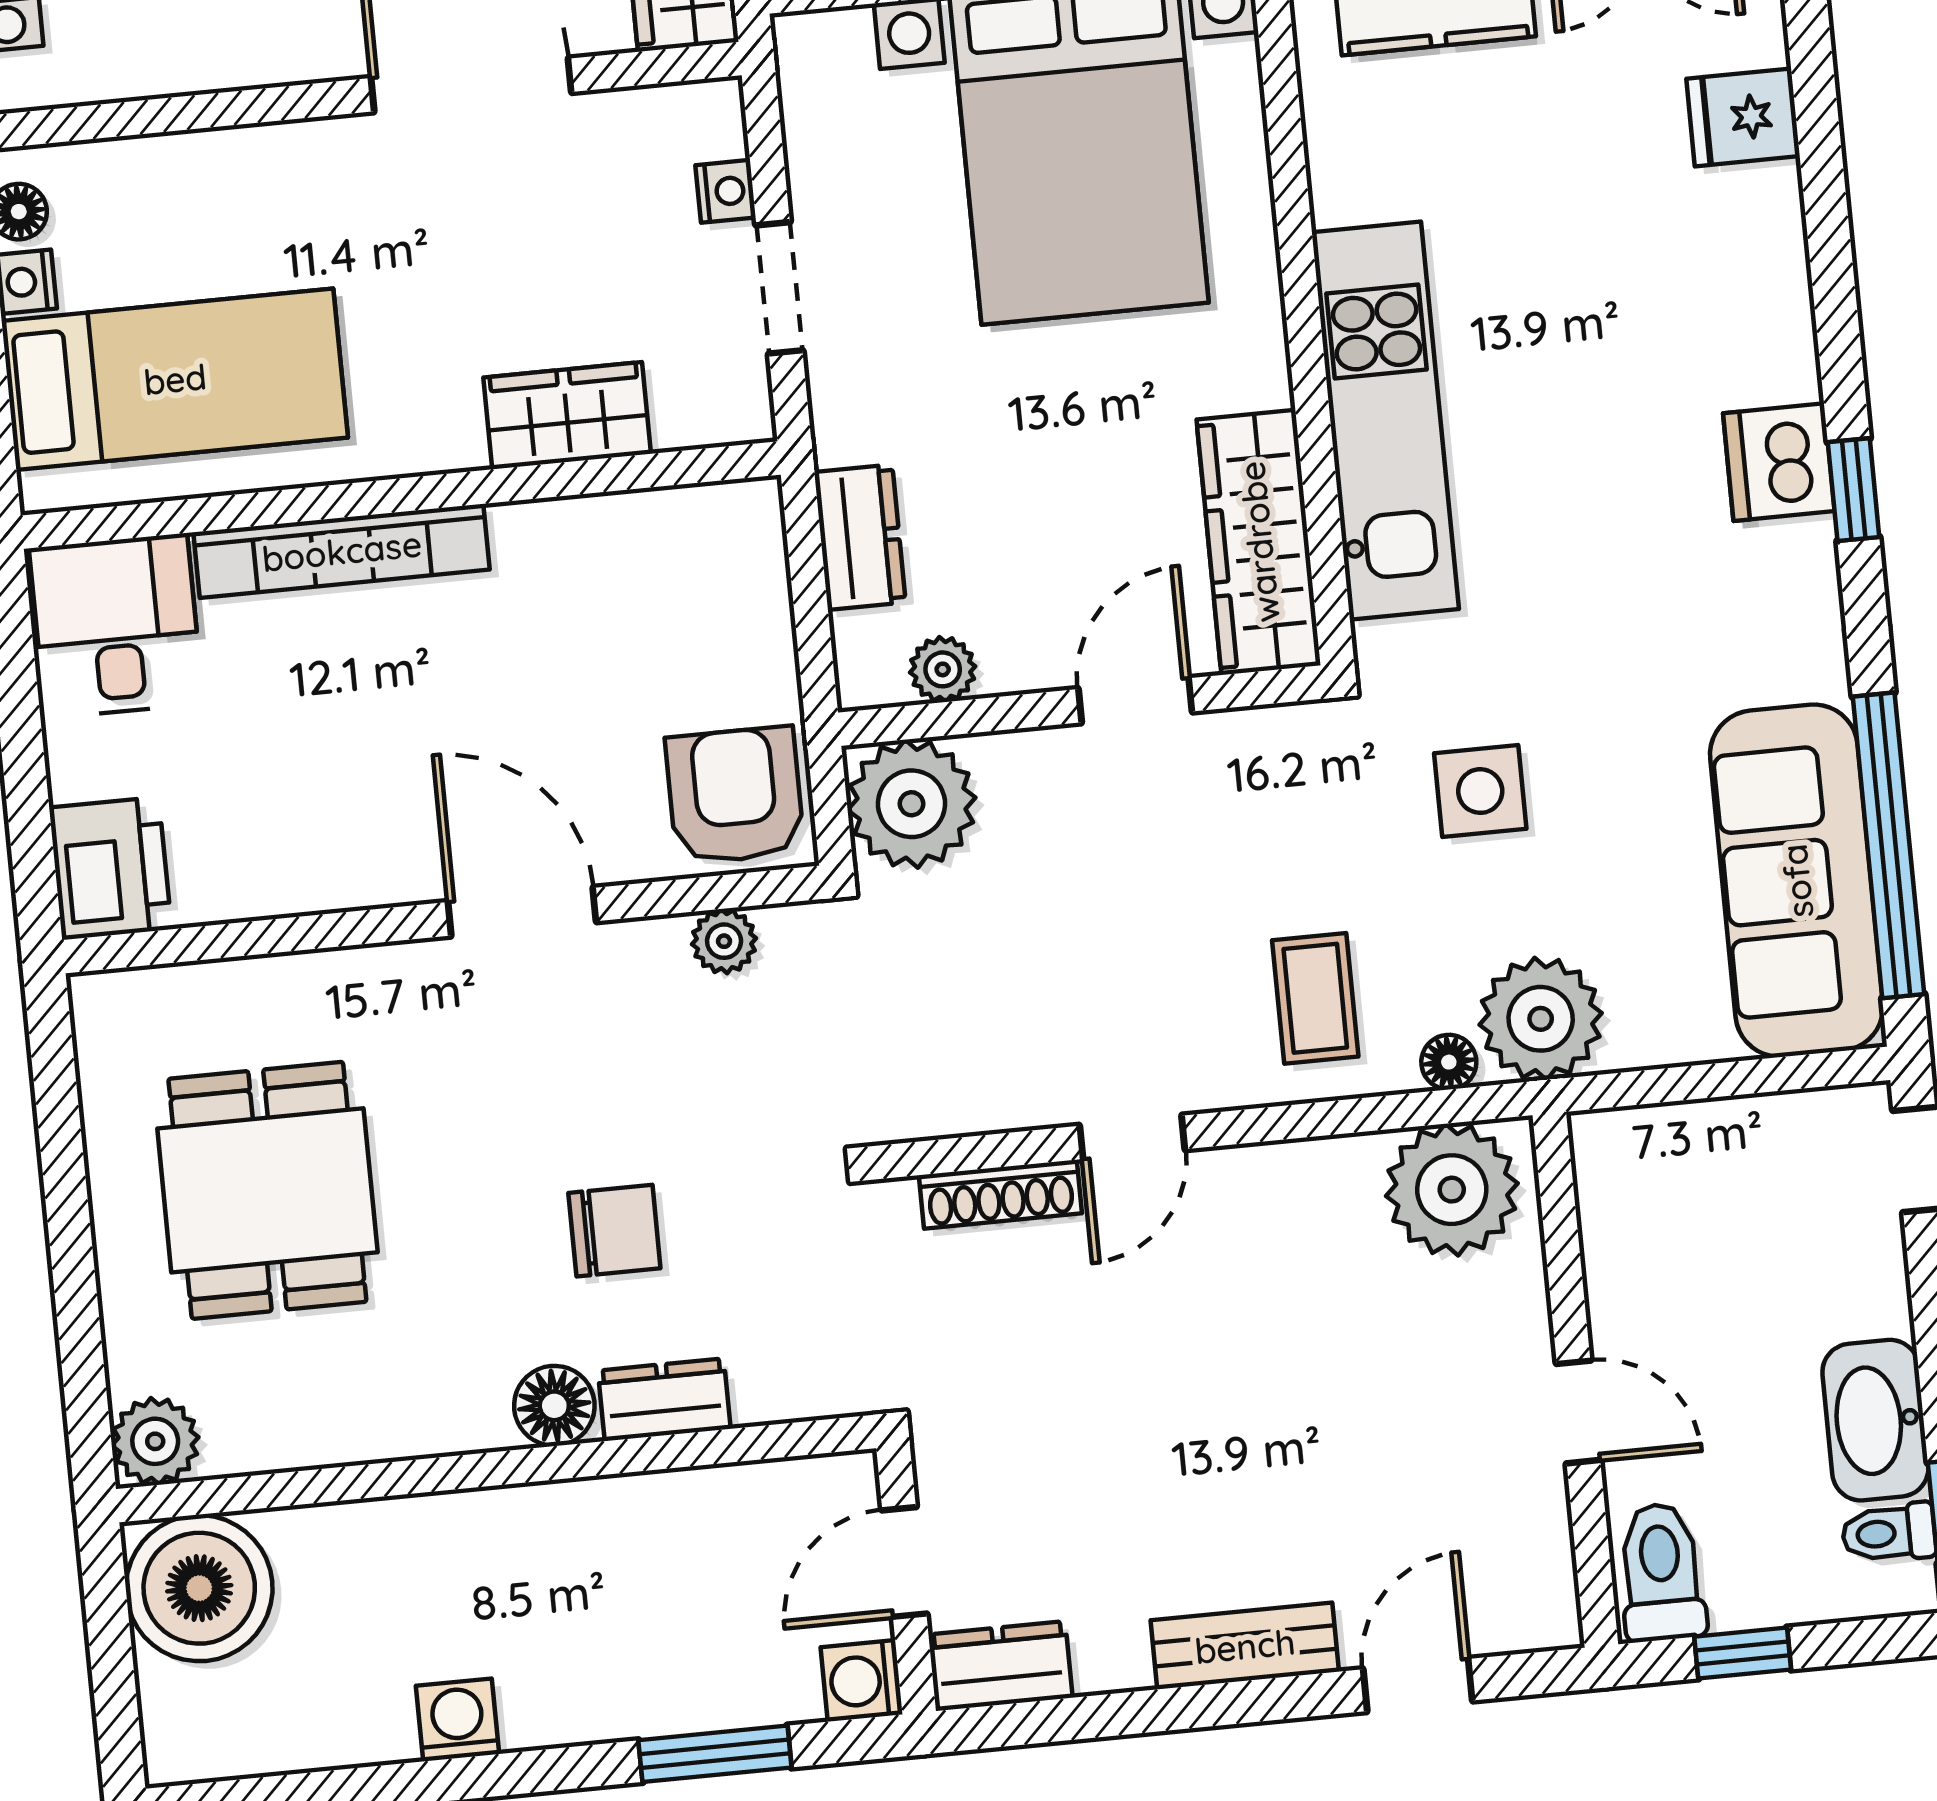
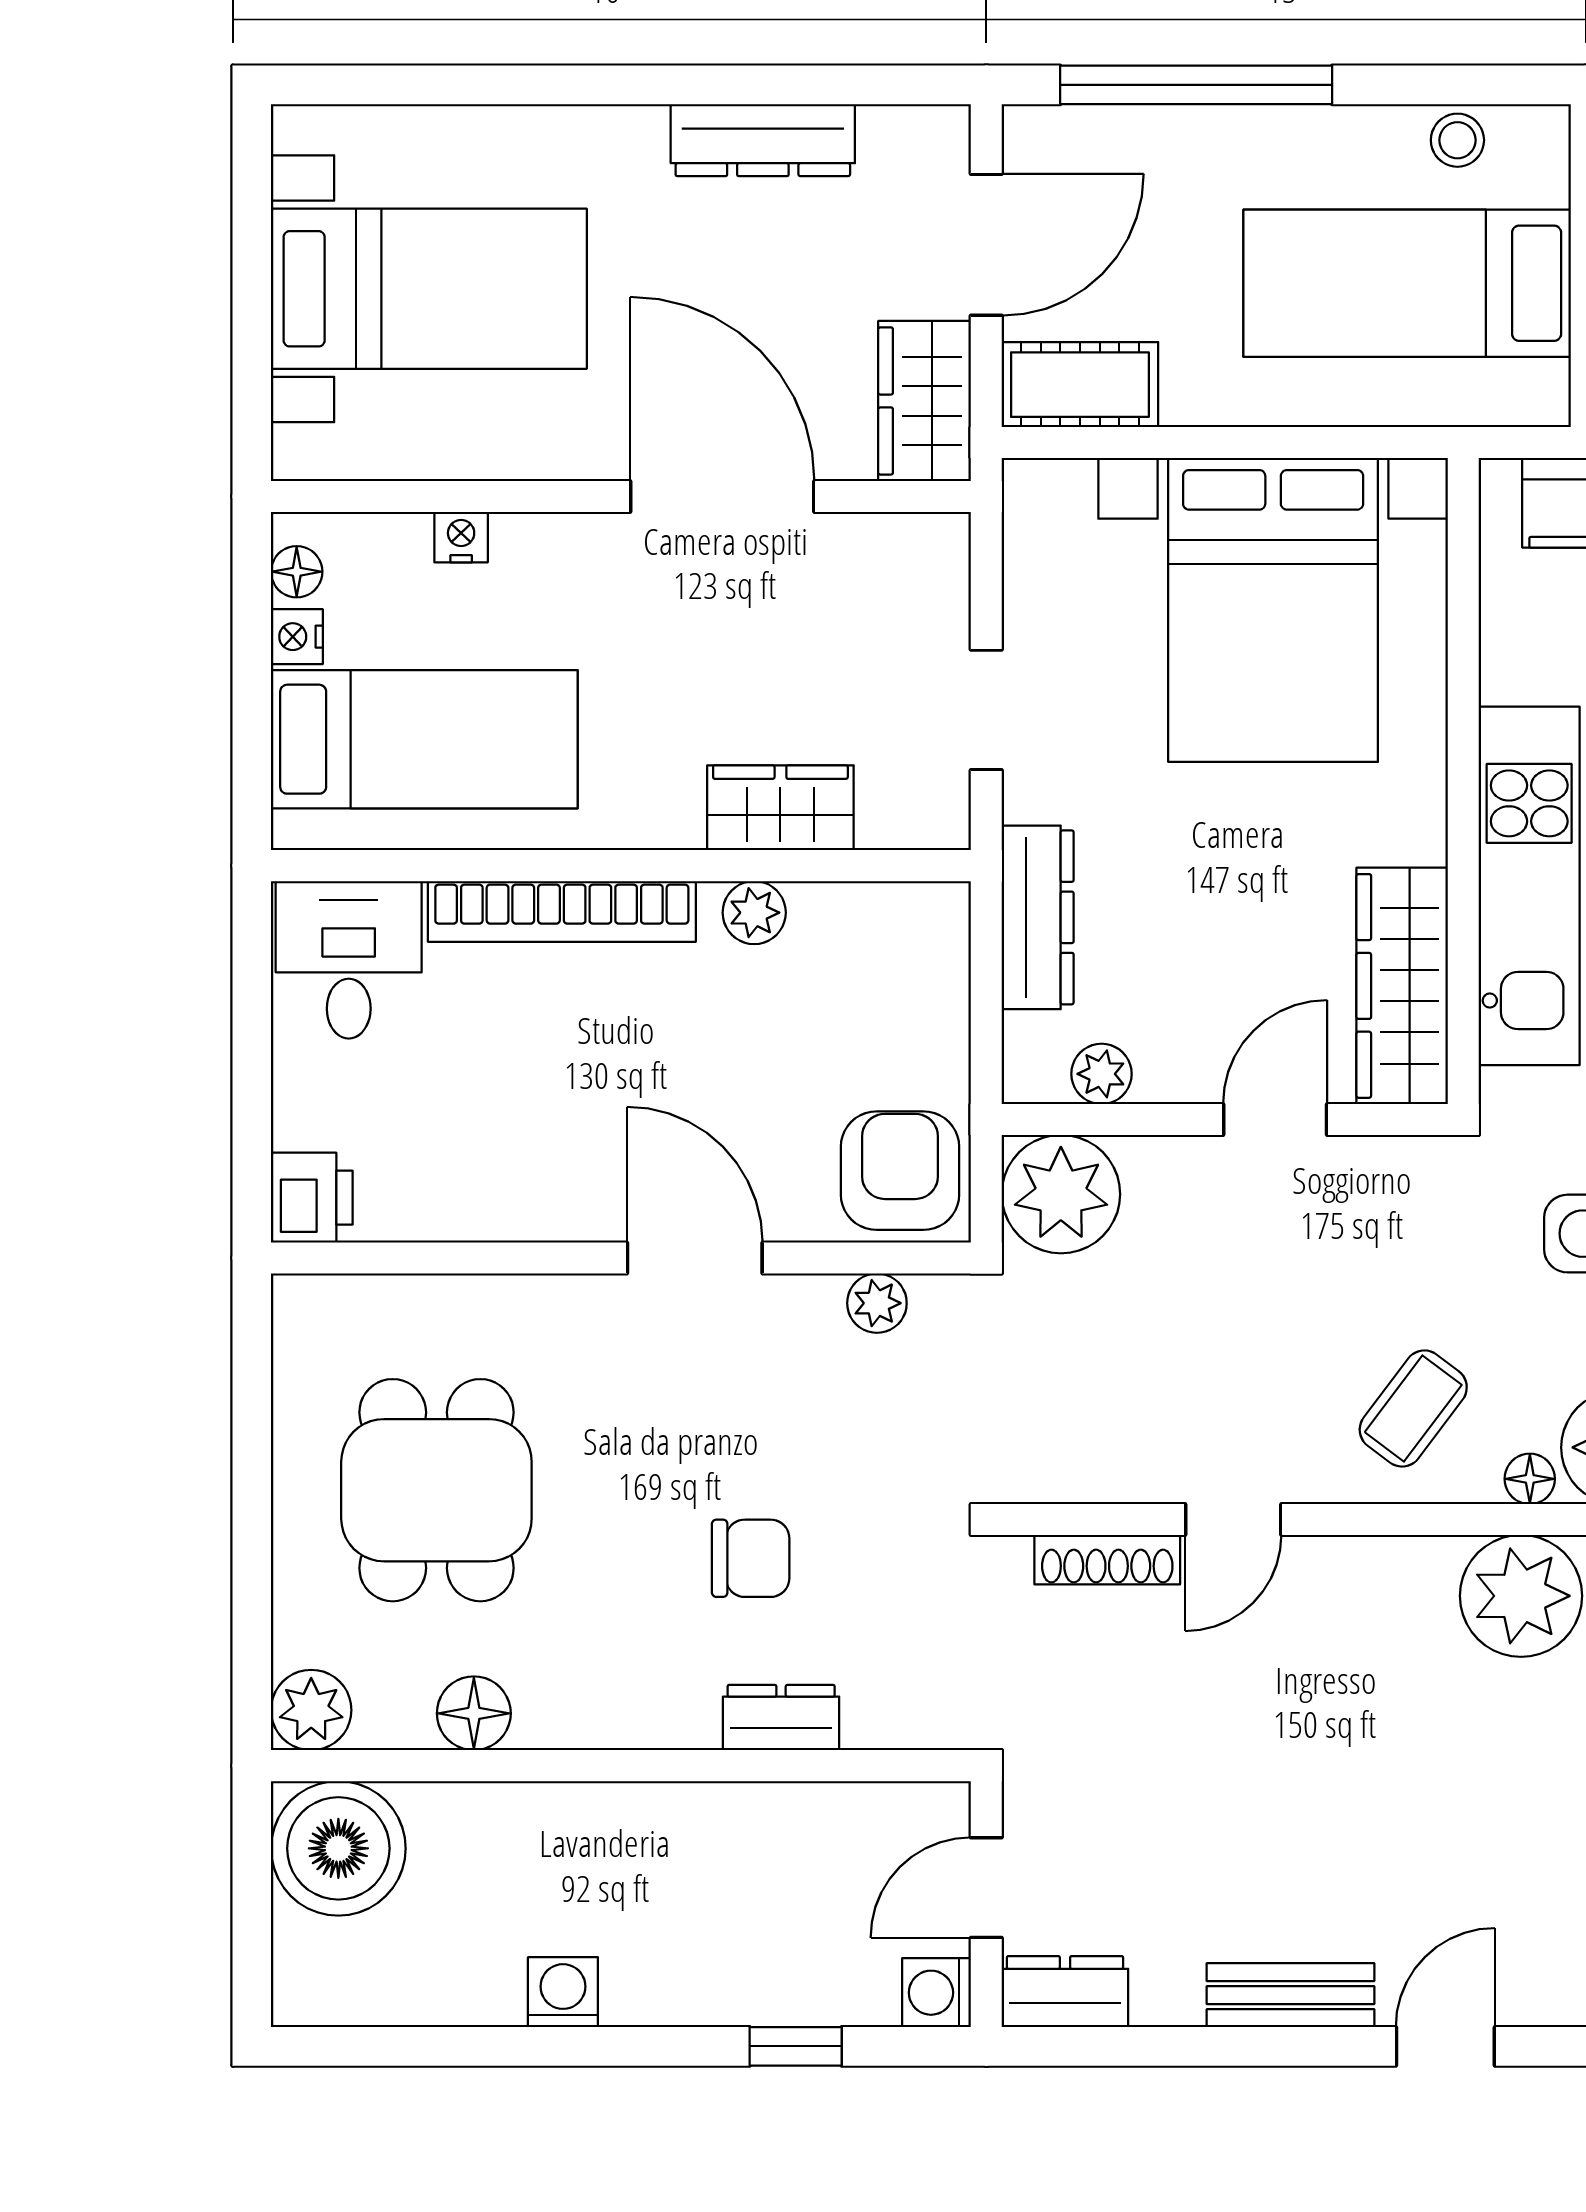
nightstand: (726, 191) -> (461, 537), moved, turned -90
plant: (550, 532) -> (754, 913), added
dresser: (860, 537) -> (1038, 917), width x1.44
printer: (110, 868) -> (312, 1198), width x0.73, depth x0.81
coffee table: (1315, 998) -> (1413, 1408), turned 37
floor lamp: (554, 1406) -> (474, 1713), moved
window: (715, 1754) -> (796, 2046), width x0.67

